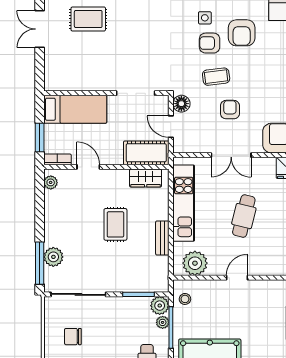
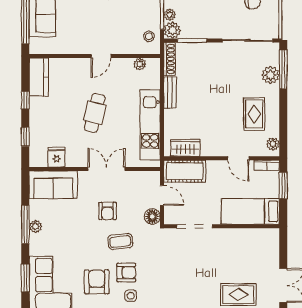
rug: (115, 224) -> (254, 114), moved
plant: (195, 263) -> (140, 64), width x0.53, depth x0.53
shoe rack: (163, 274) -> (169, 59), added

